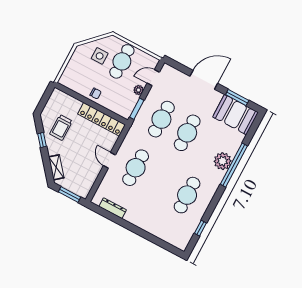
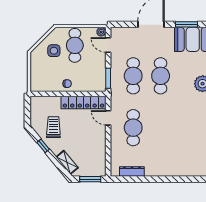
door: (153, 78) -> (108, 45), hinge flipped
plant: (138, 90) -> (101, 32), moved
trolley: (61, 127) -> (53, 127), turned 180
door: (109, 160) -> (108, 118), moved
cafe table: (187, 195) -> (188, 128), removed

